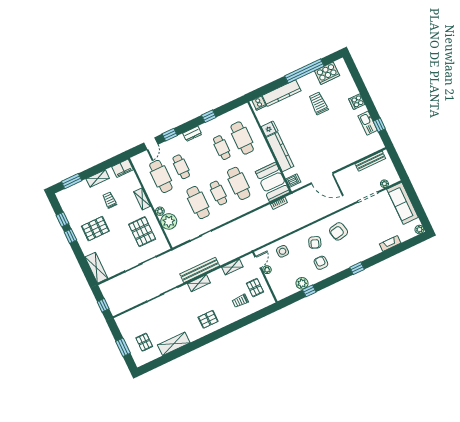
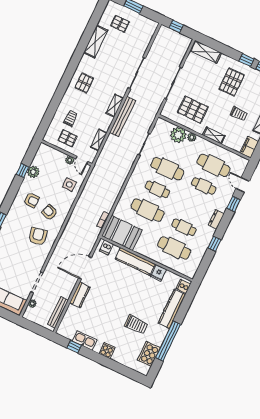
kitchen counter: (343, 161) -> (80, 295), added

